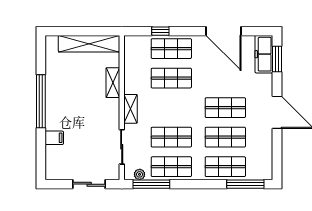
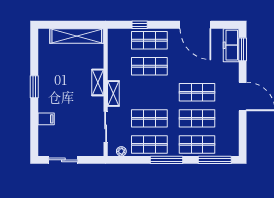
shelving: (113, 83) -> (98, 82), moved
window: (41, 101) -> (34, 87), width x0.47
sliding door: (89, 184) -> (63, 160), moved
window: (151, 184) -> (166, 160), moved

